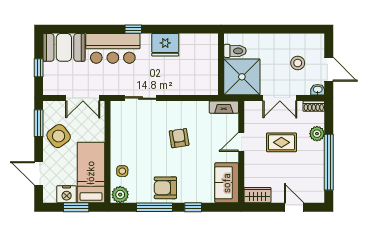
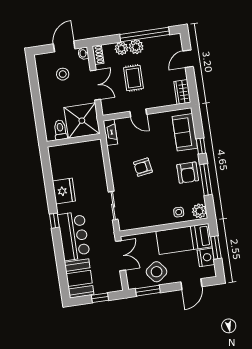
plant: (316, 151) -> (136, 47), added
sofa: (227, 183) -> (185, 132), moved, turned 90

